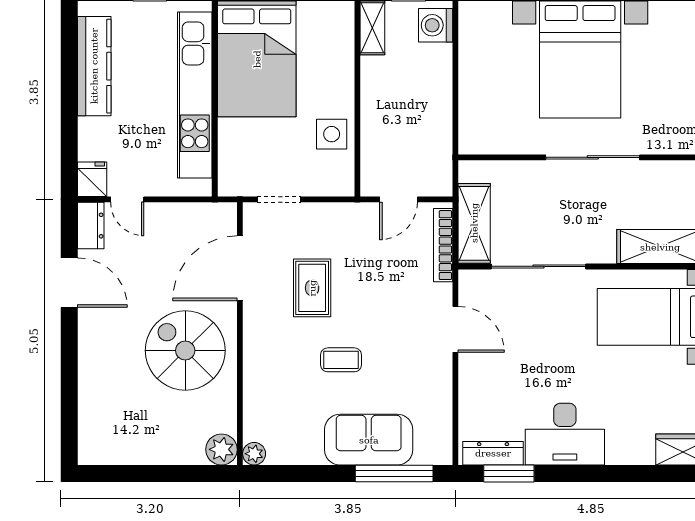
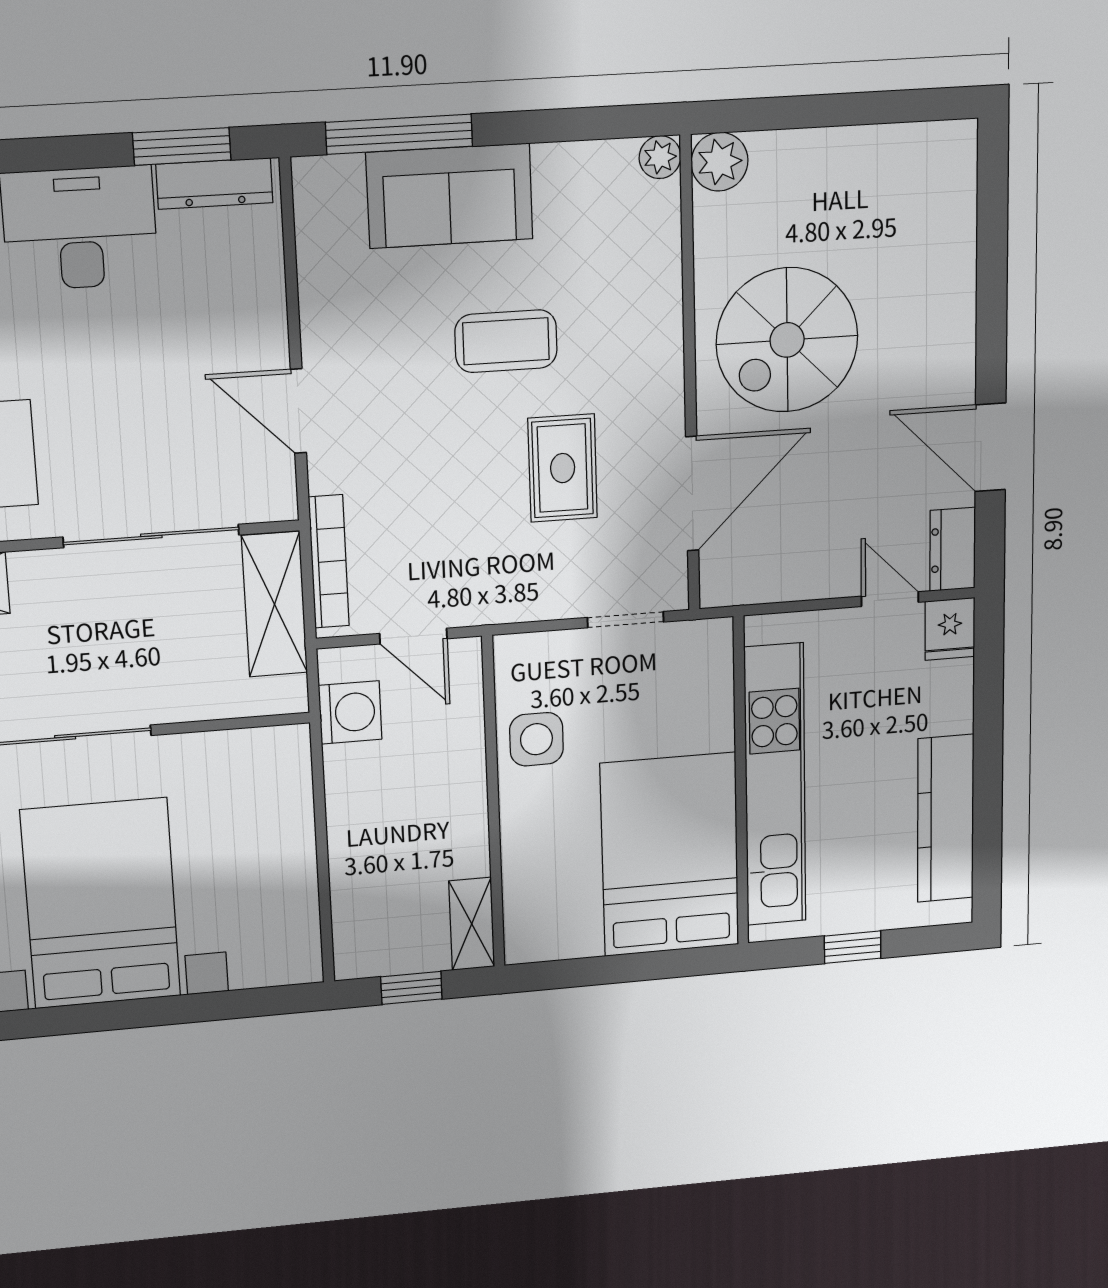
washing machine: (436, 25) -> (350, 712), moved
door: (398, 199) -> (413, 636), swing flipped
spiral stairs: (185, 350) -> (787, 340), turned 90
coffee table: (341, 360) -> (506, 341), width x1.36, depth x1.30

